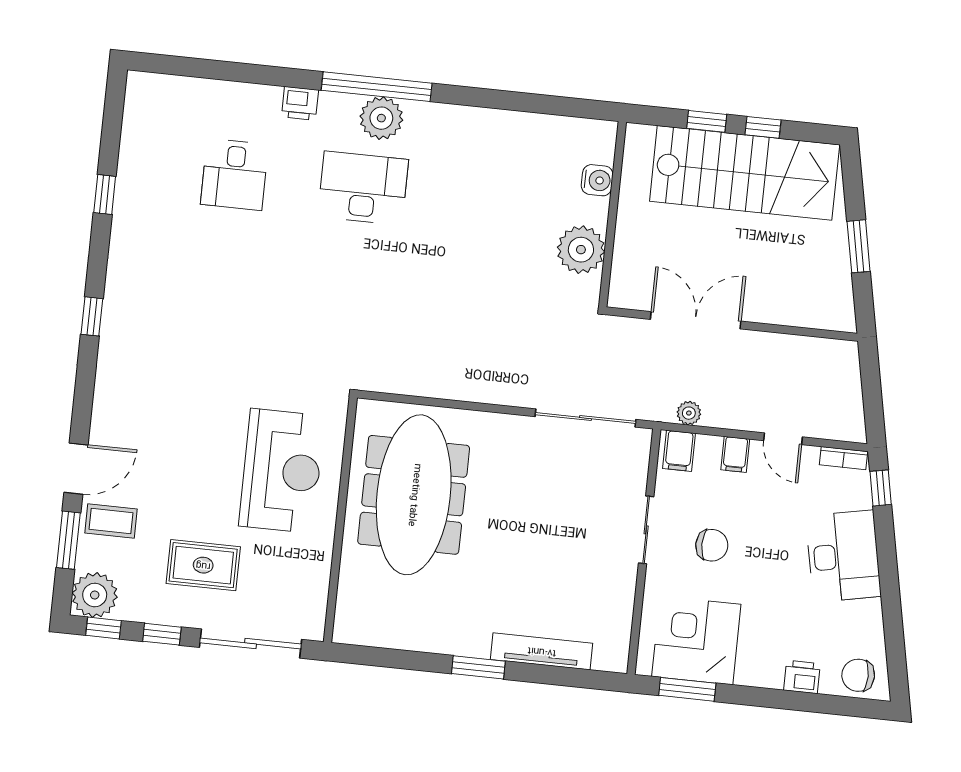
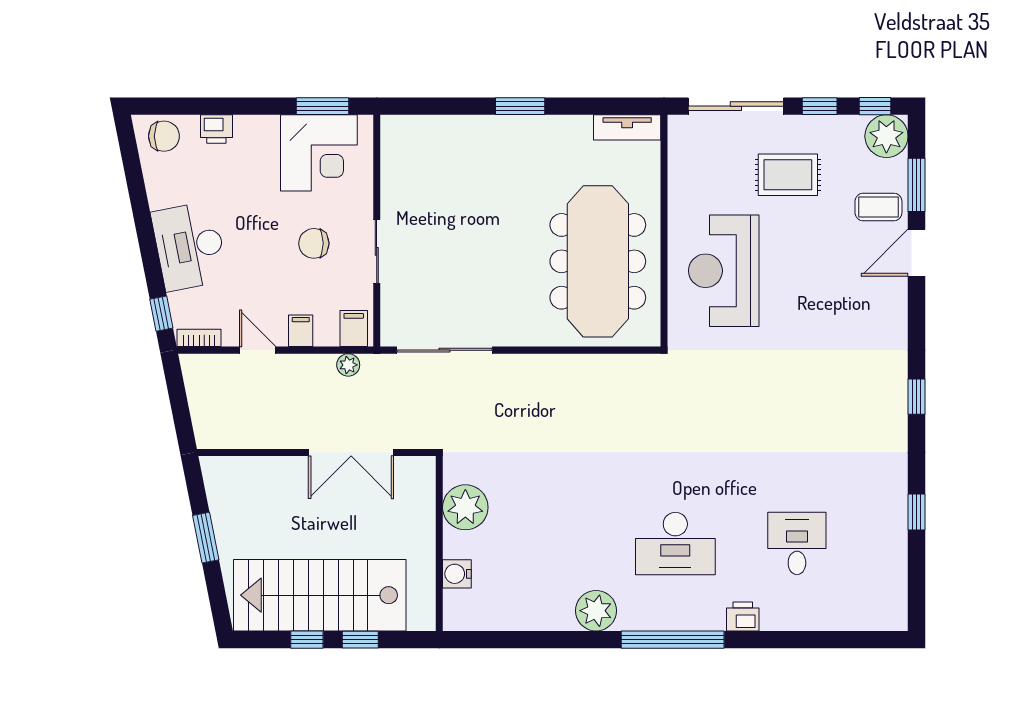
plant: (381, 118) -> (596, 611), moved
tv unit: (542, 651) -> (627, 127), moved, width x0.71

